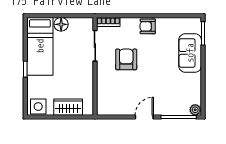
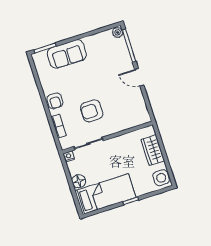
nightstand: (89, 22) -> (69, 156), added
bookcase: (108, 22) -> (59, 126), moved

